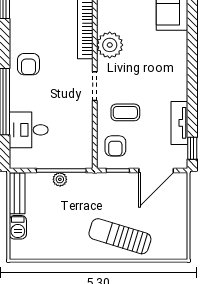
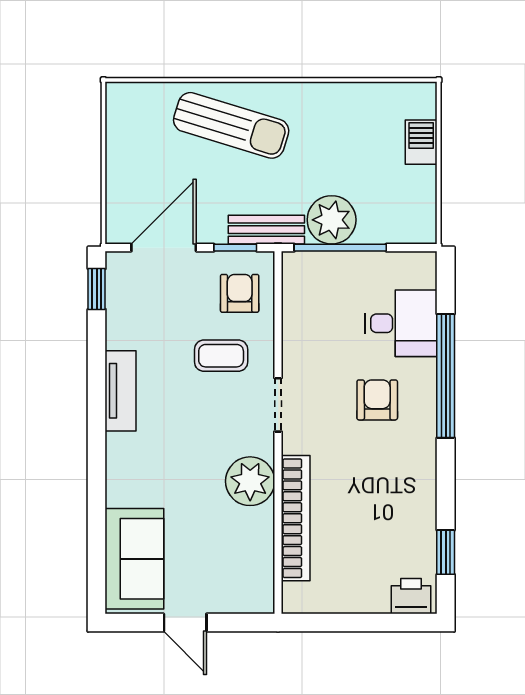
armchair: (28, 64) -> (377, 400), moved
tv unit: (179, 123) -> (121, 391), moved
plant: (60, 179) -> (332, 220), width x1.87, depth x1.87
bench: (17, 193) -> (266, 230), moved, turned 90

